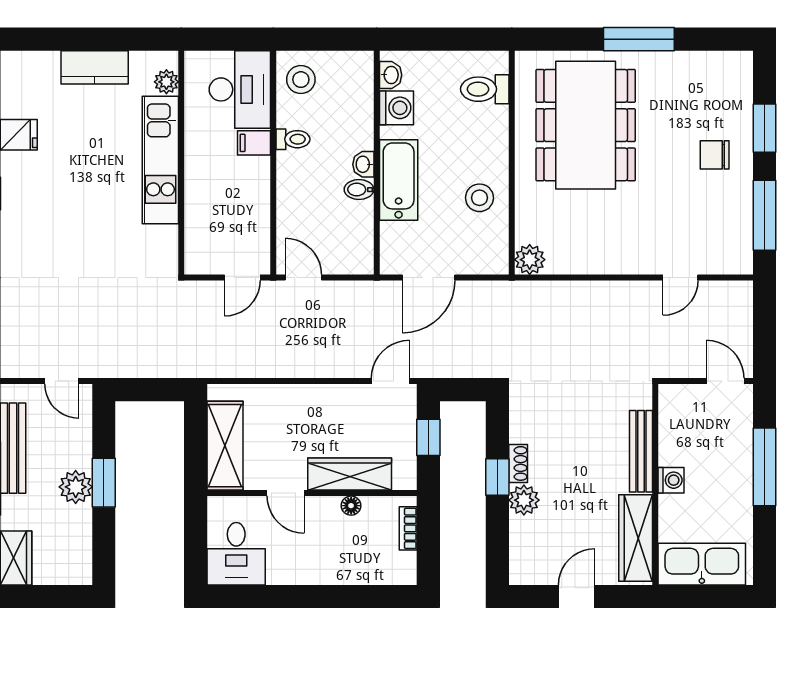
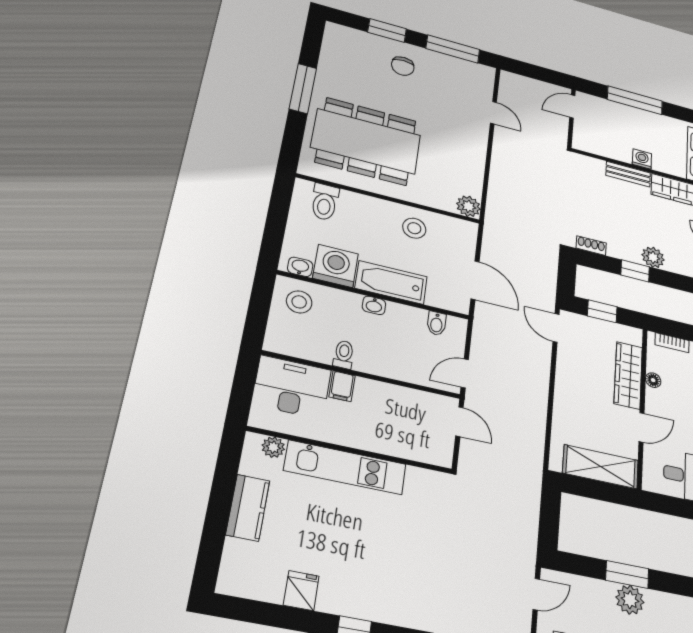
stool: (301, 80) -> (299, 302), moved
washing machine: (396, 108) -> (336, 266), width x1.37, depth x1.37
bidet: (359, 190) -> (437, 323), moved
bench: (641, 451) -> (628, 174), width x0.73
shoe rack: (518, 463) -> (591, 246), moved

